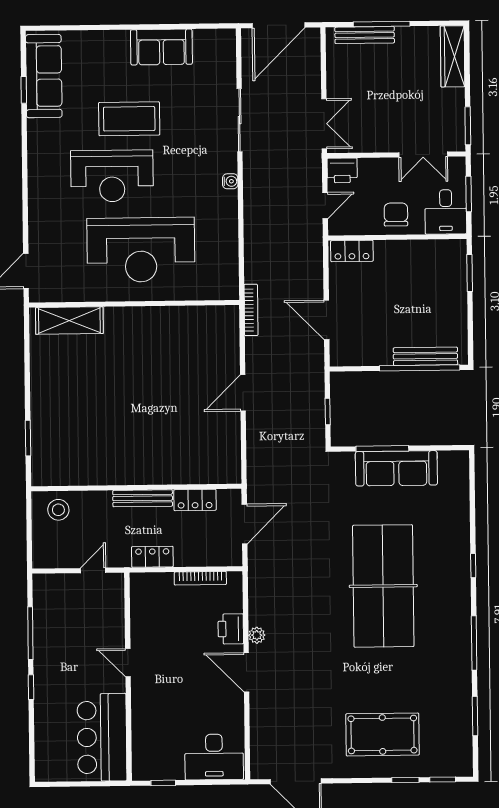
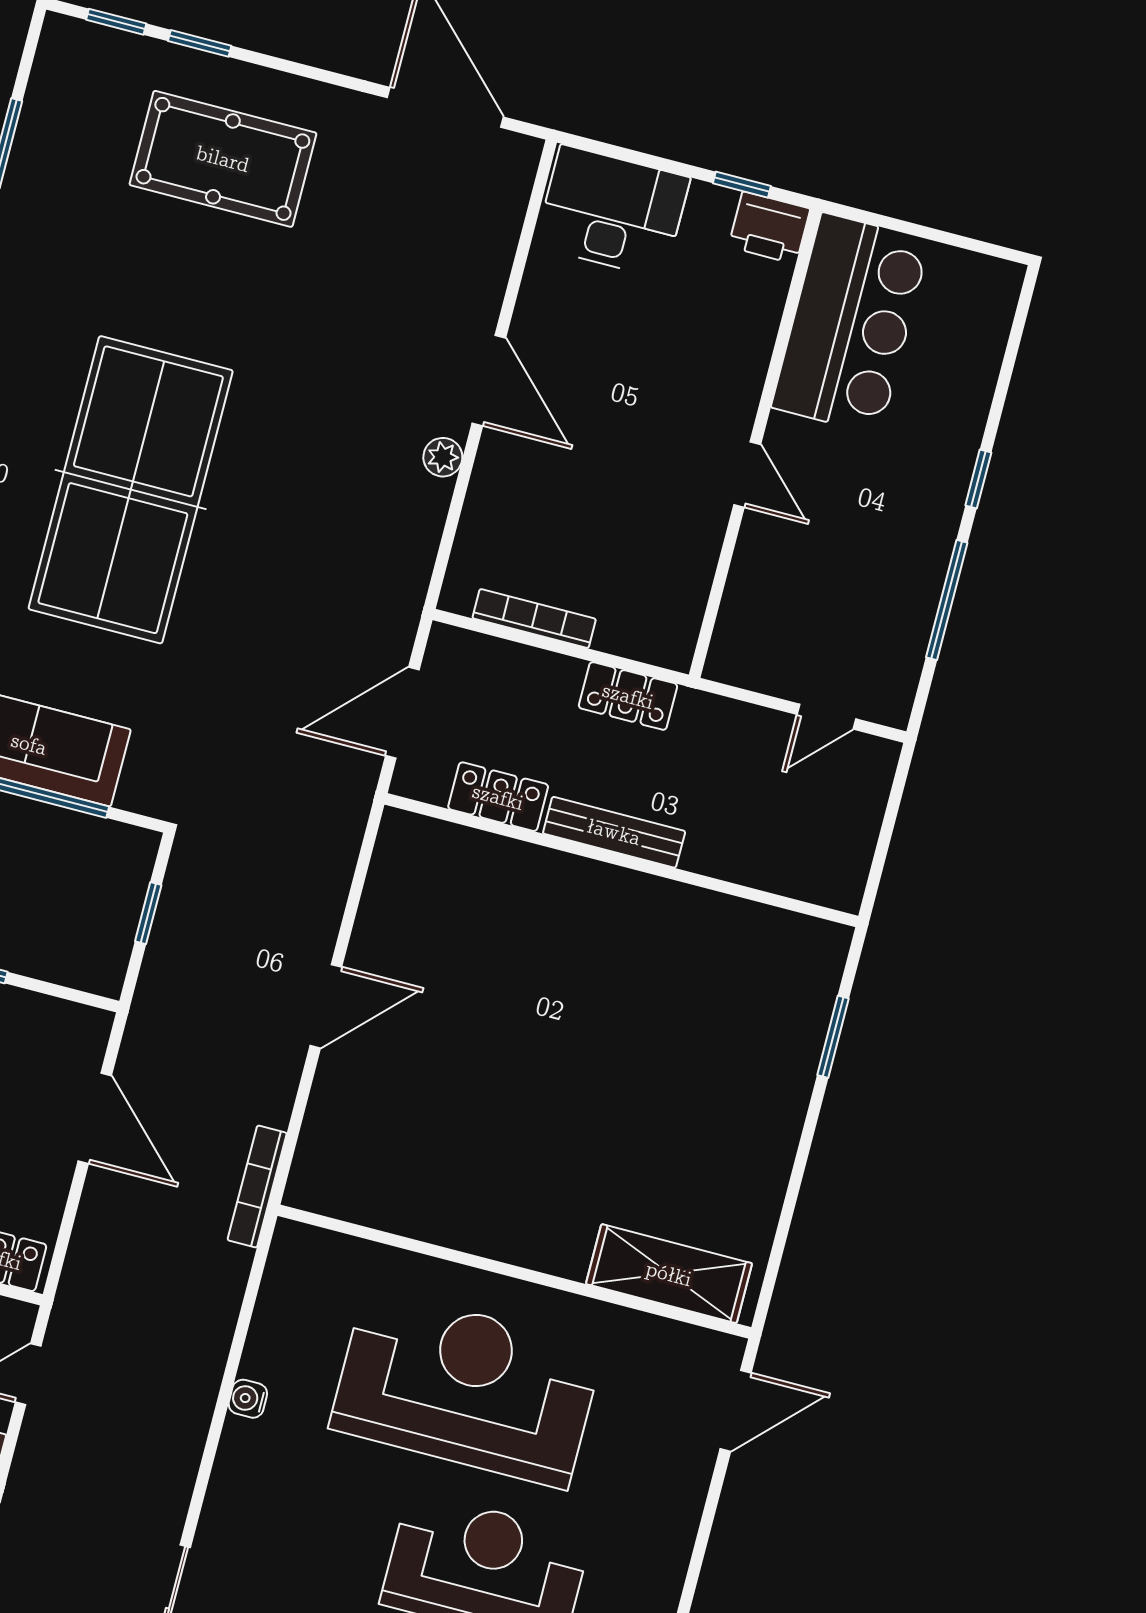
water cooler: (230, 181) -> (248, 1399), moved
stool: (58, 510) -> (809, 858), removed
door: (93, 570) -> (826, 717), moved
printer: (231, 629) -> (769, 228), moved, turned 90

